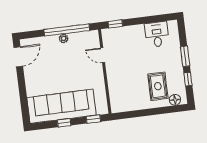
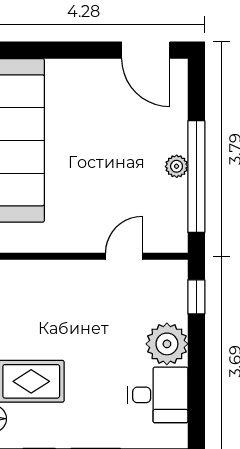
plant: (136, 33) -> (167, 344), added

